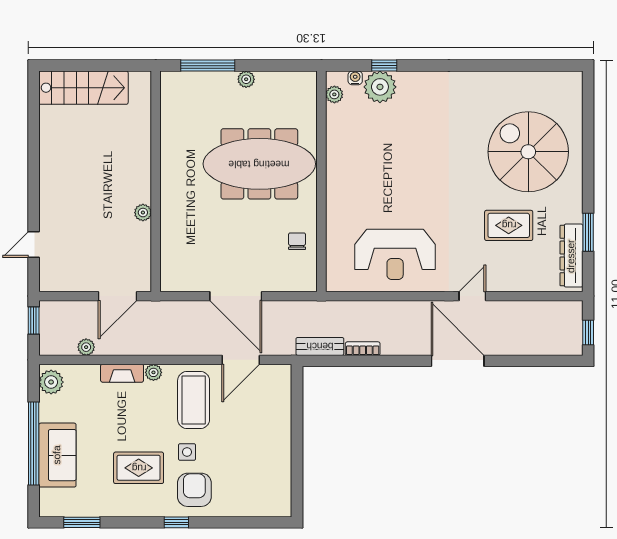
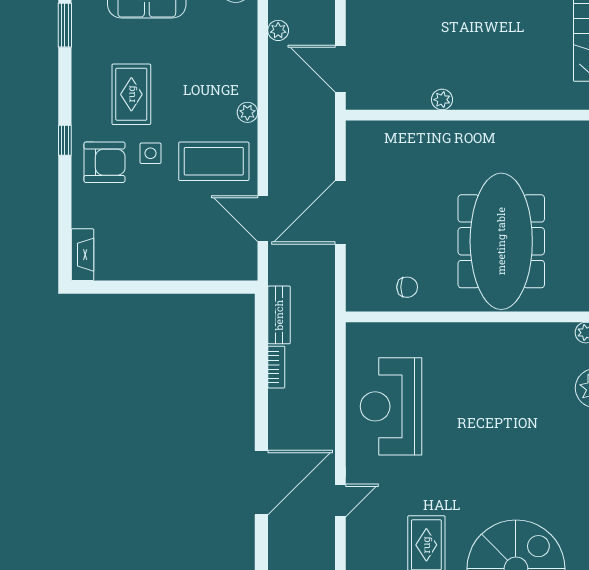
door: (472, 296) -> (340, 501), hinge flipped
fireplace: (122, 373) -> (82, 255), moved, turned 180

